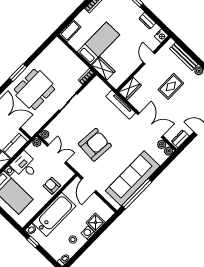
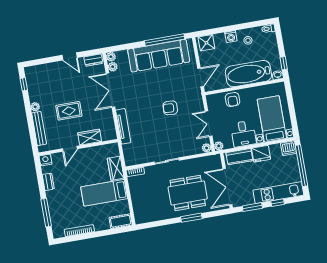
wardrobe: (130, 89) -> (90, 137), moved
armchair: (95, 145) -> (170, 108), width x0.53, depth x0.53
shower: (96, 223) -> (206, 43), moved

